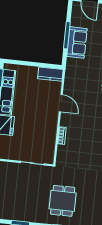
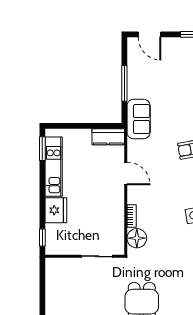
sofa: (77, 43) -> (139, 119), moved
floor lamp: (64, 153) -> (137, 238), added

